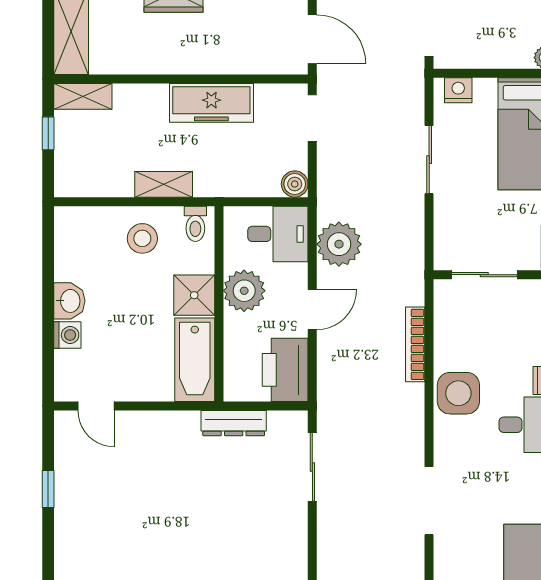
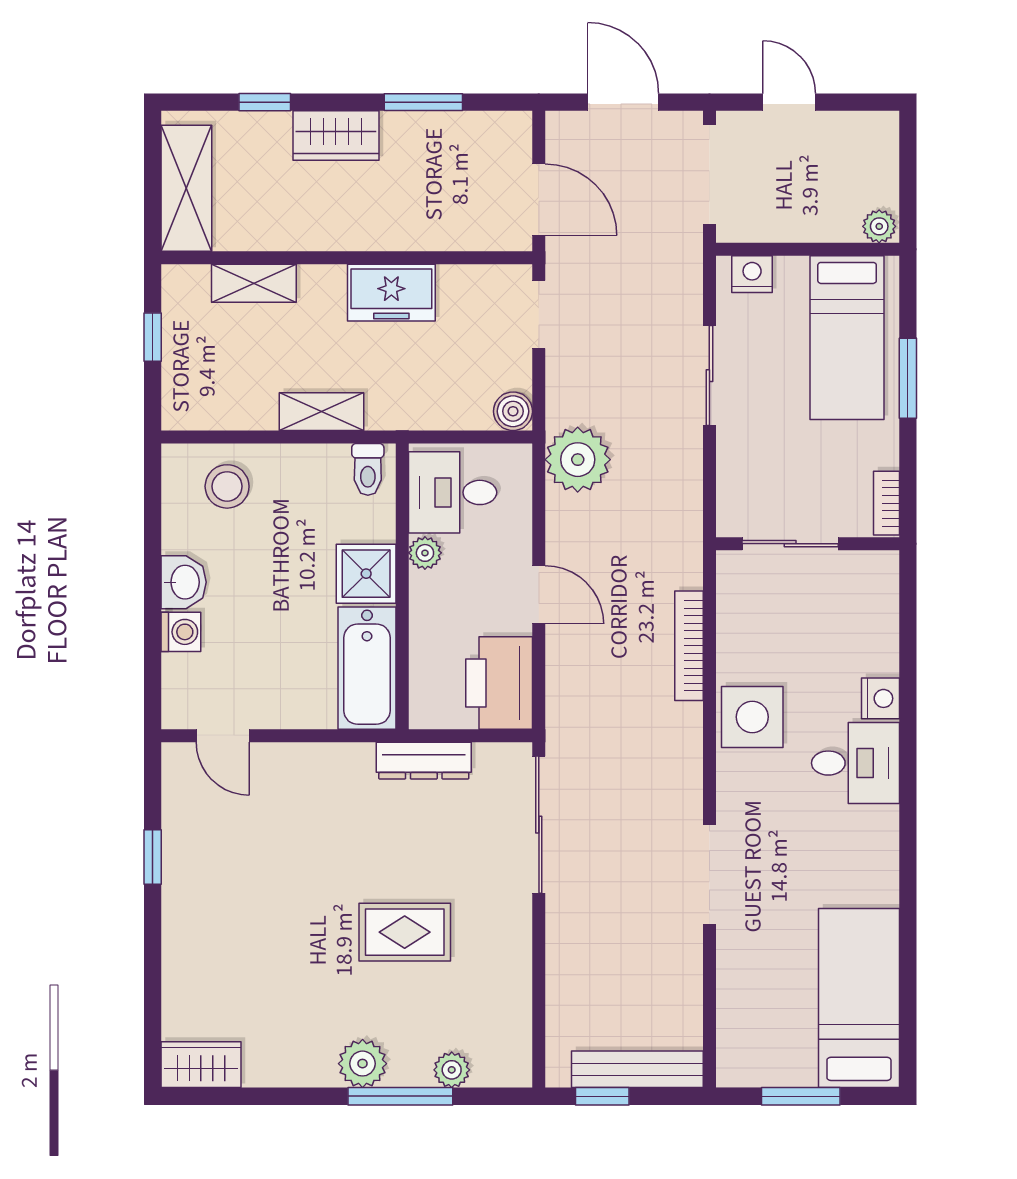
shelving: (83, 96) -> (254, 283), moved
freezer: (211, 103) -> (391, 293), width x0.71
desk: (278, 234) -> (453, 492), moved, turned 180
stool: (142, 238) -> (227, 486), moved
plant: (339, 244) -> (578, 460), moved
plant: (244, 291) -> (425, 553), width x0.53, depth x0.53
door: (312, 310) -> (539, 595), hinge flipped
sliding door: (312, 467) -> (539, 825), width x1.37
rug: (221, 540) -> (405, 932), added

